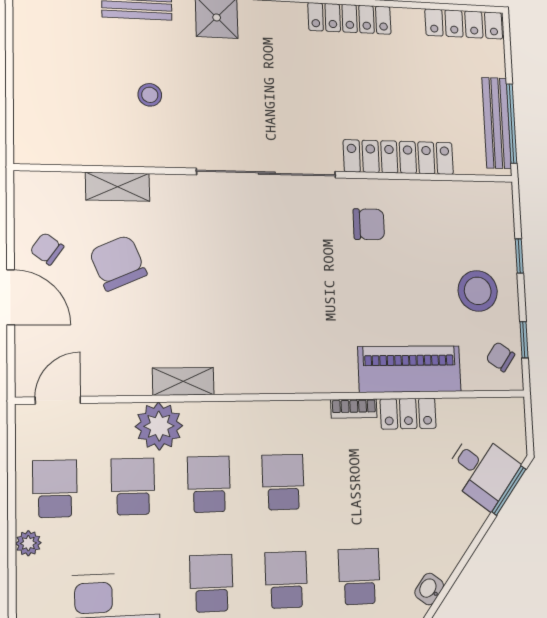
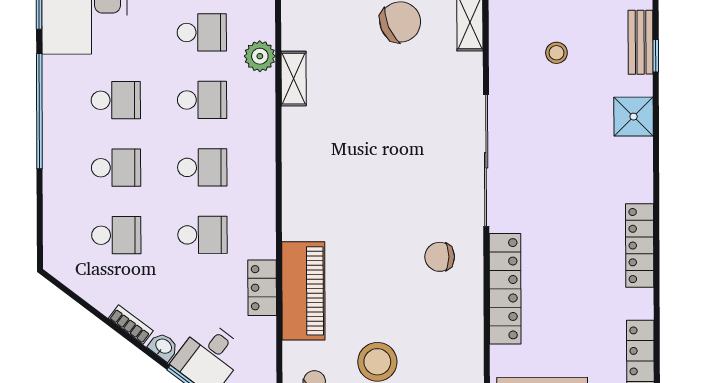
chair: (369, 224) -> (440, 257), turned 90
bookcase: (354, 409) -> (131, 324), moved, turned 127
plant: (159, 426) -> (260, 56), width x0.73, depth x0.73
school desk: (355, 480) -> (202, 235), added
washbasin: (429, 589) -> (163, 347), moved

